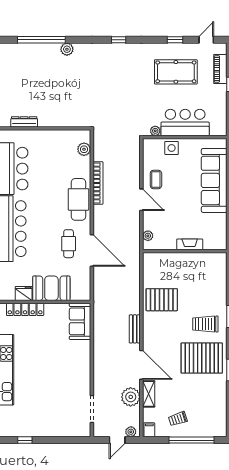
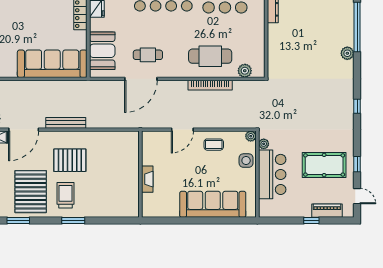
pool table: (176, 72) -> (324, 165), turned 90
cafe table: (78, 199) -> (210, 56), moved
door: (141, 200) -> (182, 130), moved
plant: (148, 236) -> (251, 136), moved
booth: (51, 288) -> (102, 51), moved
pallet: (162, 300) -> (70, 160), moved, turned 90
sofa: (80, 321) -> (52, 64), width x1.85, depth x1.27
bench: (135, 329) -> (66, 123), width x1.36

